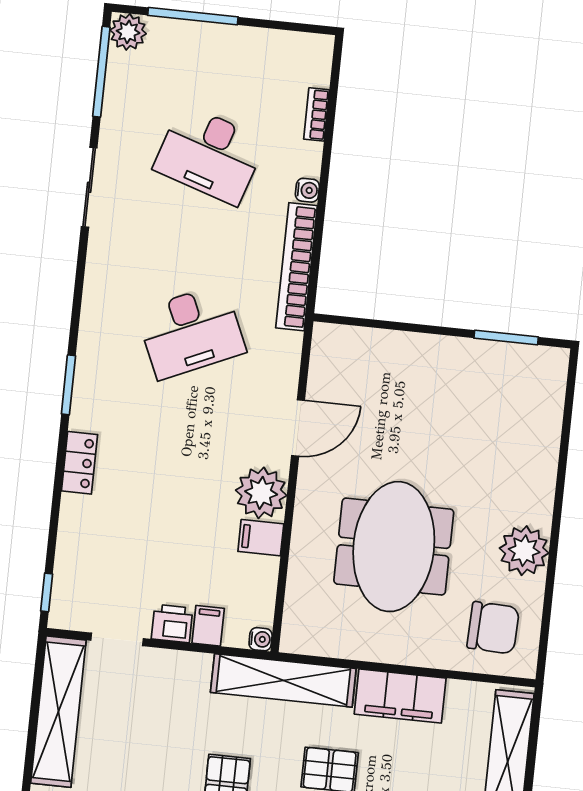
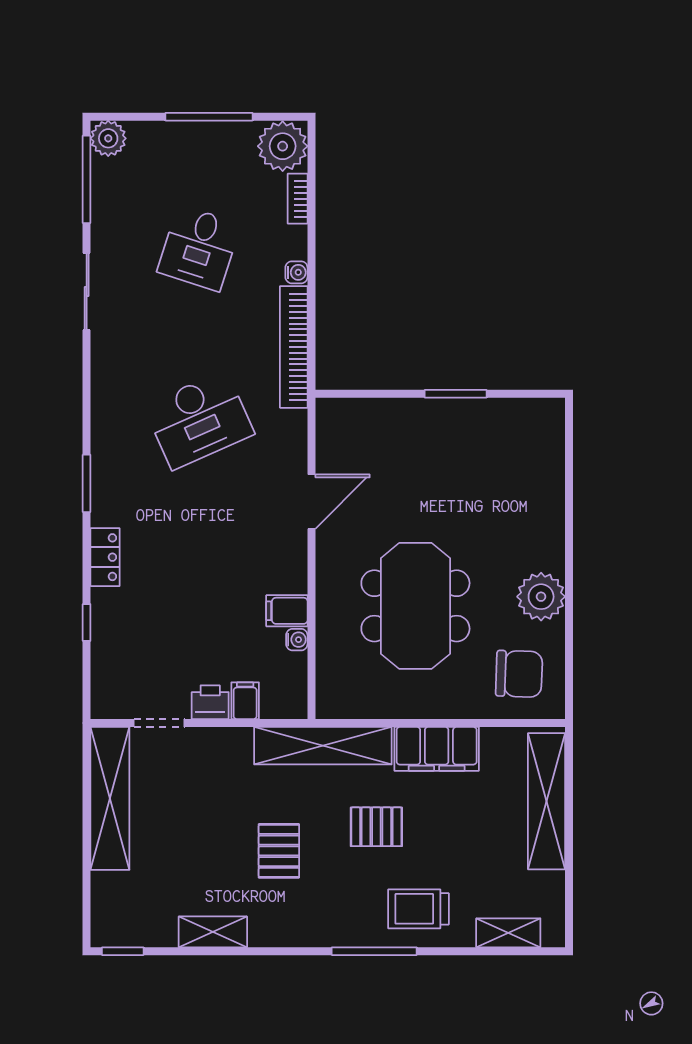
window: (193, 16) -> (209, 117), moved
desk: (210, 155) -> (199, 248), width x0.73
window: (506, 338) -> (456, 394), moved
plant: (261, 493) -> (283, 146), moved
window: (47, 592) -> (87, 622), moved
water cooler: (261, 639) -> (297, 640), moved

